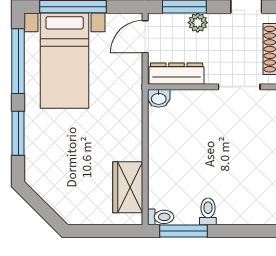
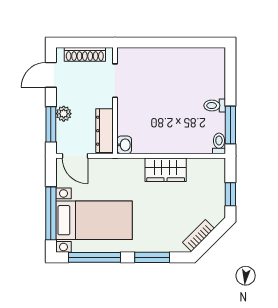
wardrobe: (128, 187) -> (166, 170), moved
bookcase: (45, 191) -> (198, 236), added
window: (97, 231) -> (230, 194), added

